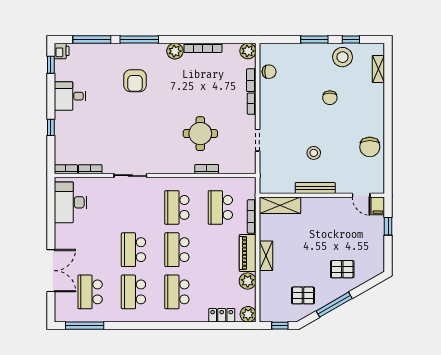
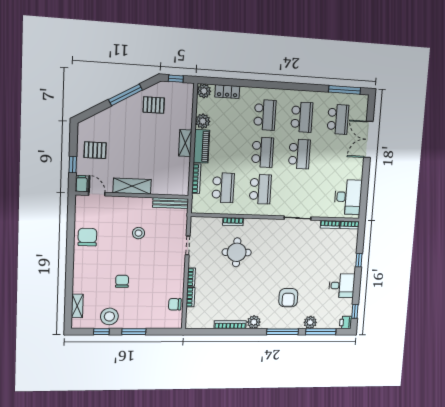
plant: (248, 51) -> (310, 322), moved
armchair: (135, 81) -> (288, 298), turned 180
bench: (315, 188) -> (171, 203), moved
shelving: (280, 205) -> (132, 186), moved
pallet: (342, 269) -> (95, 150), moved

